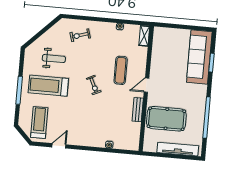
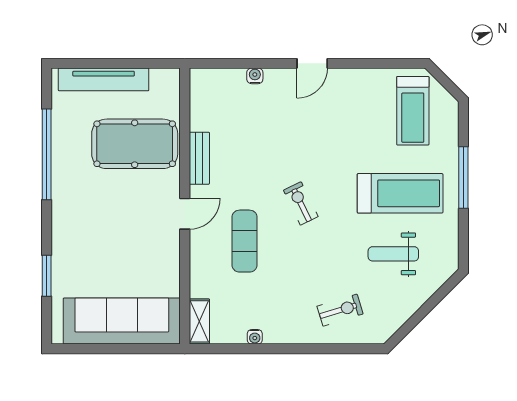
sofa: (199, 57) -> (122, 321), moved, turned -90
door: (59, 146) -> (312, 63), moved

